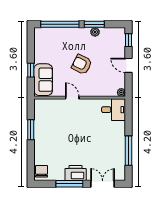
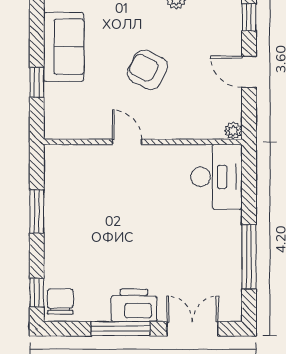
sofa: (43, 80) -> (64, 47), moved
desk: (114, 110) -> (216, 177), width x1.37
window: (31, 167) -> (37, 293), added

